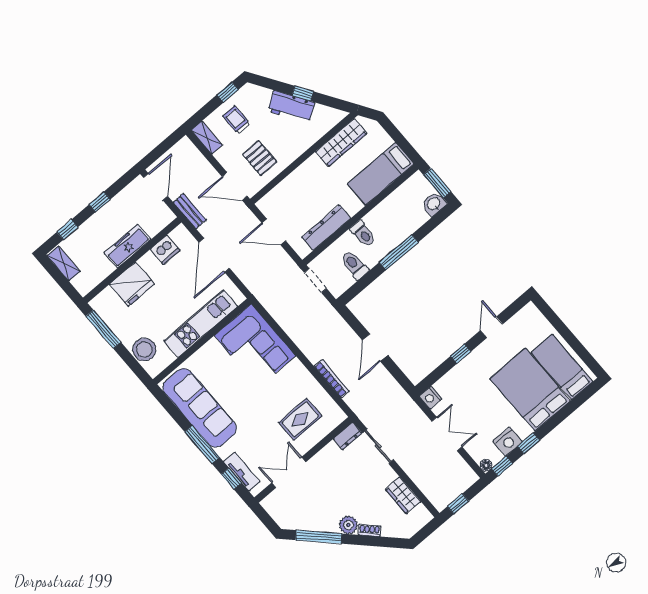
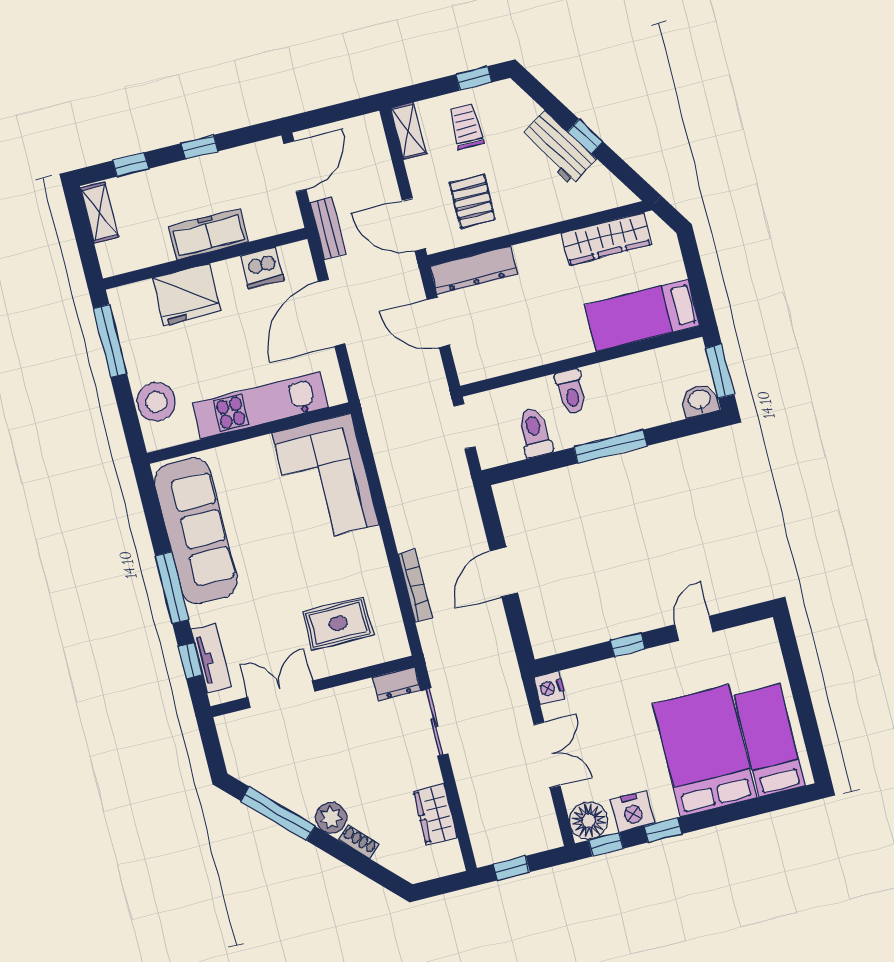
dresser: (326, 228) -> (474, 270), moved, turned 180
floor lamp: (486, 465) -> (589, 821), width x1.89, depth x1.89

